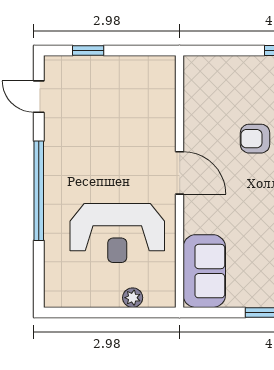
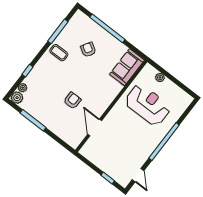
armchair: (255, 139) -> (72, 101), turned -90
door: (180, 173) -> (95, 127), moved

